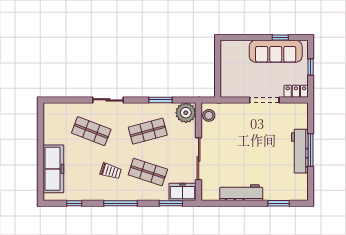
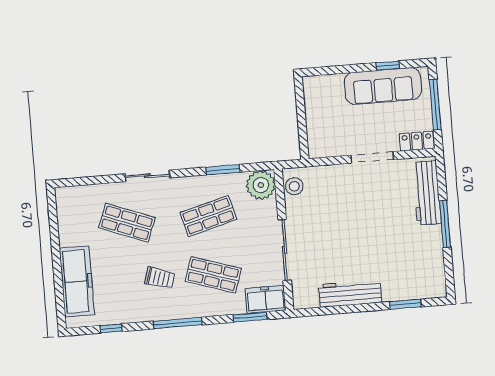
window: (311, 67) -> (435, 104), width x2.17
workbench: (300, 151) -> (427, 193), moved

